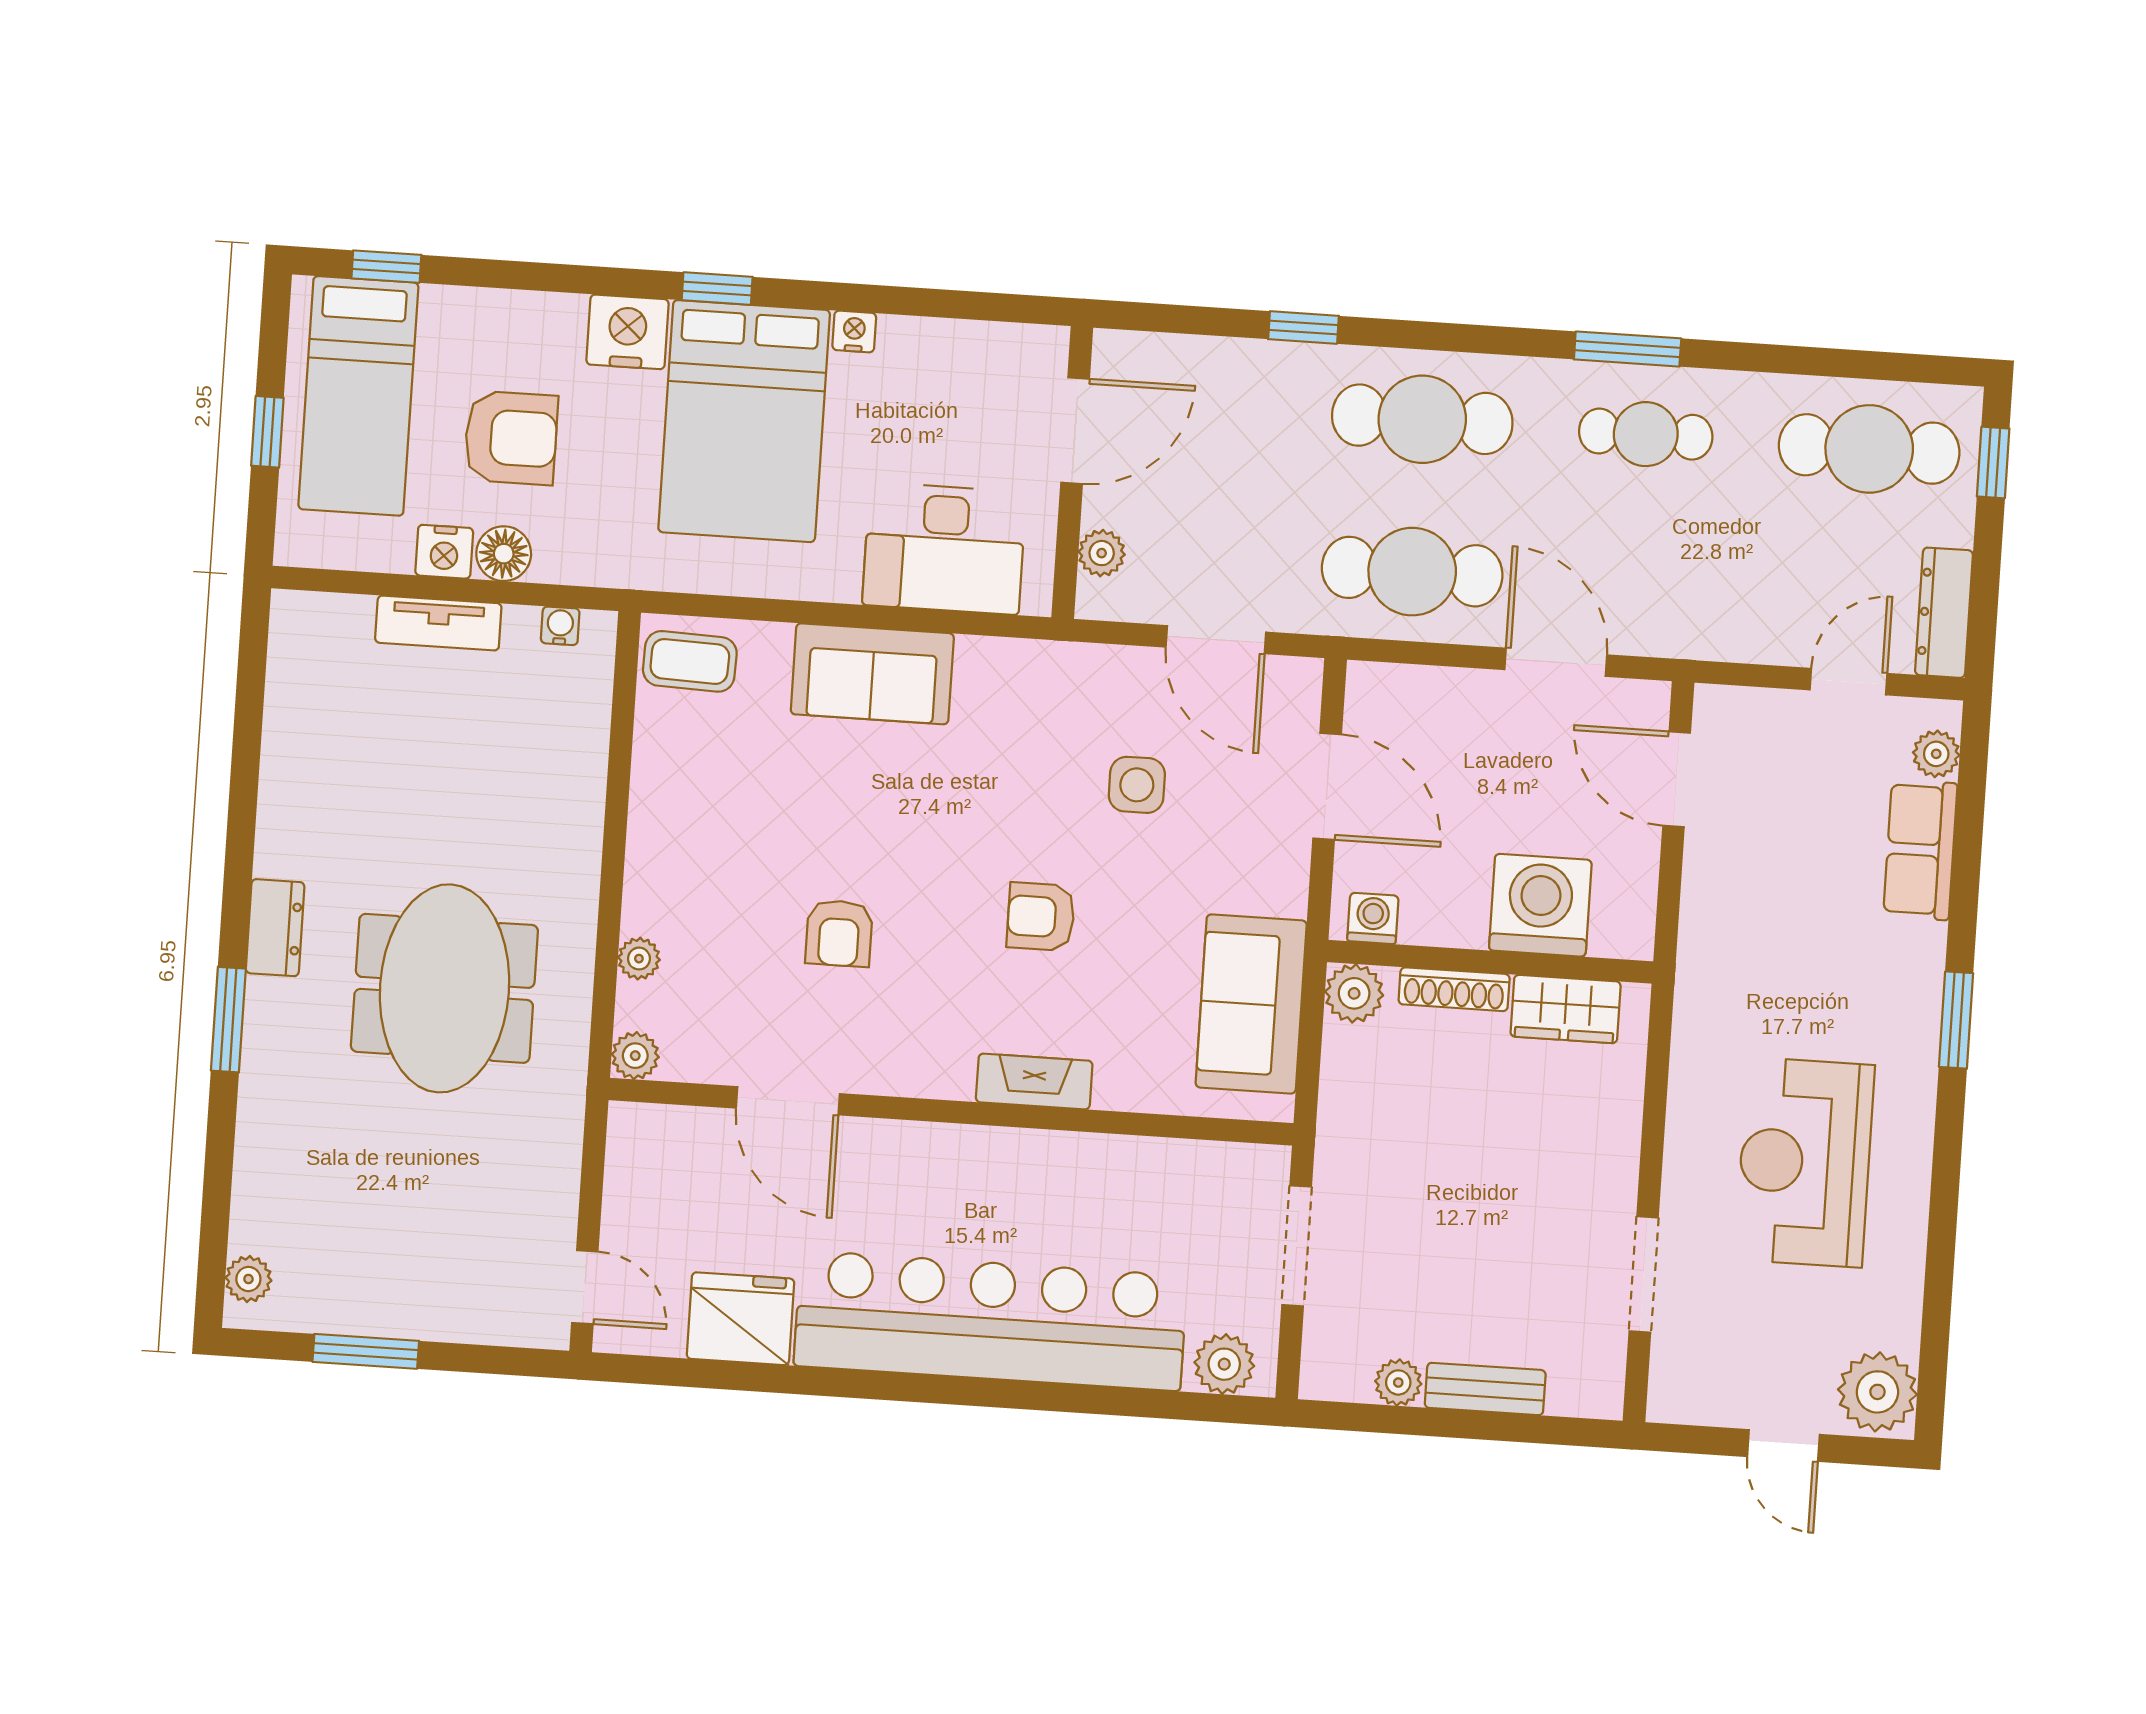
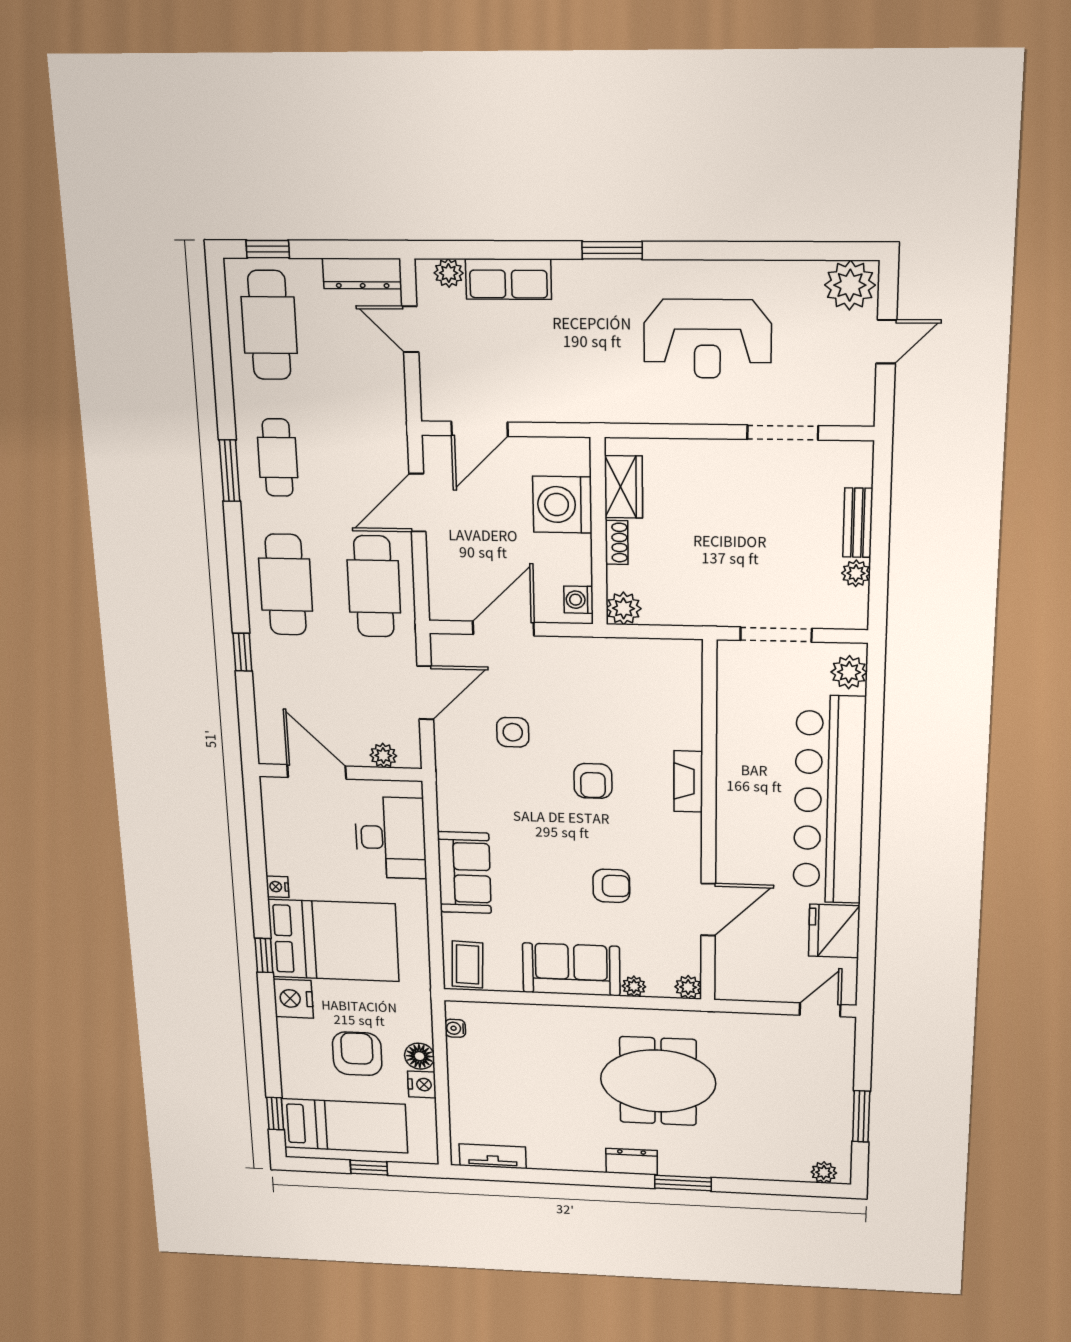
tv unit: (438, 623) -> (493, 1156), moved, turned -90
shoe rack: (1454, 989) -> (617, 542), width x0.70
sofa: (1251, 1004) -> (571, 969), moved, turned 180

